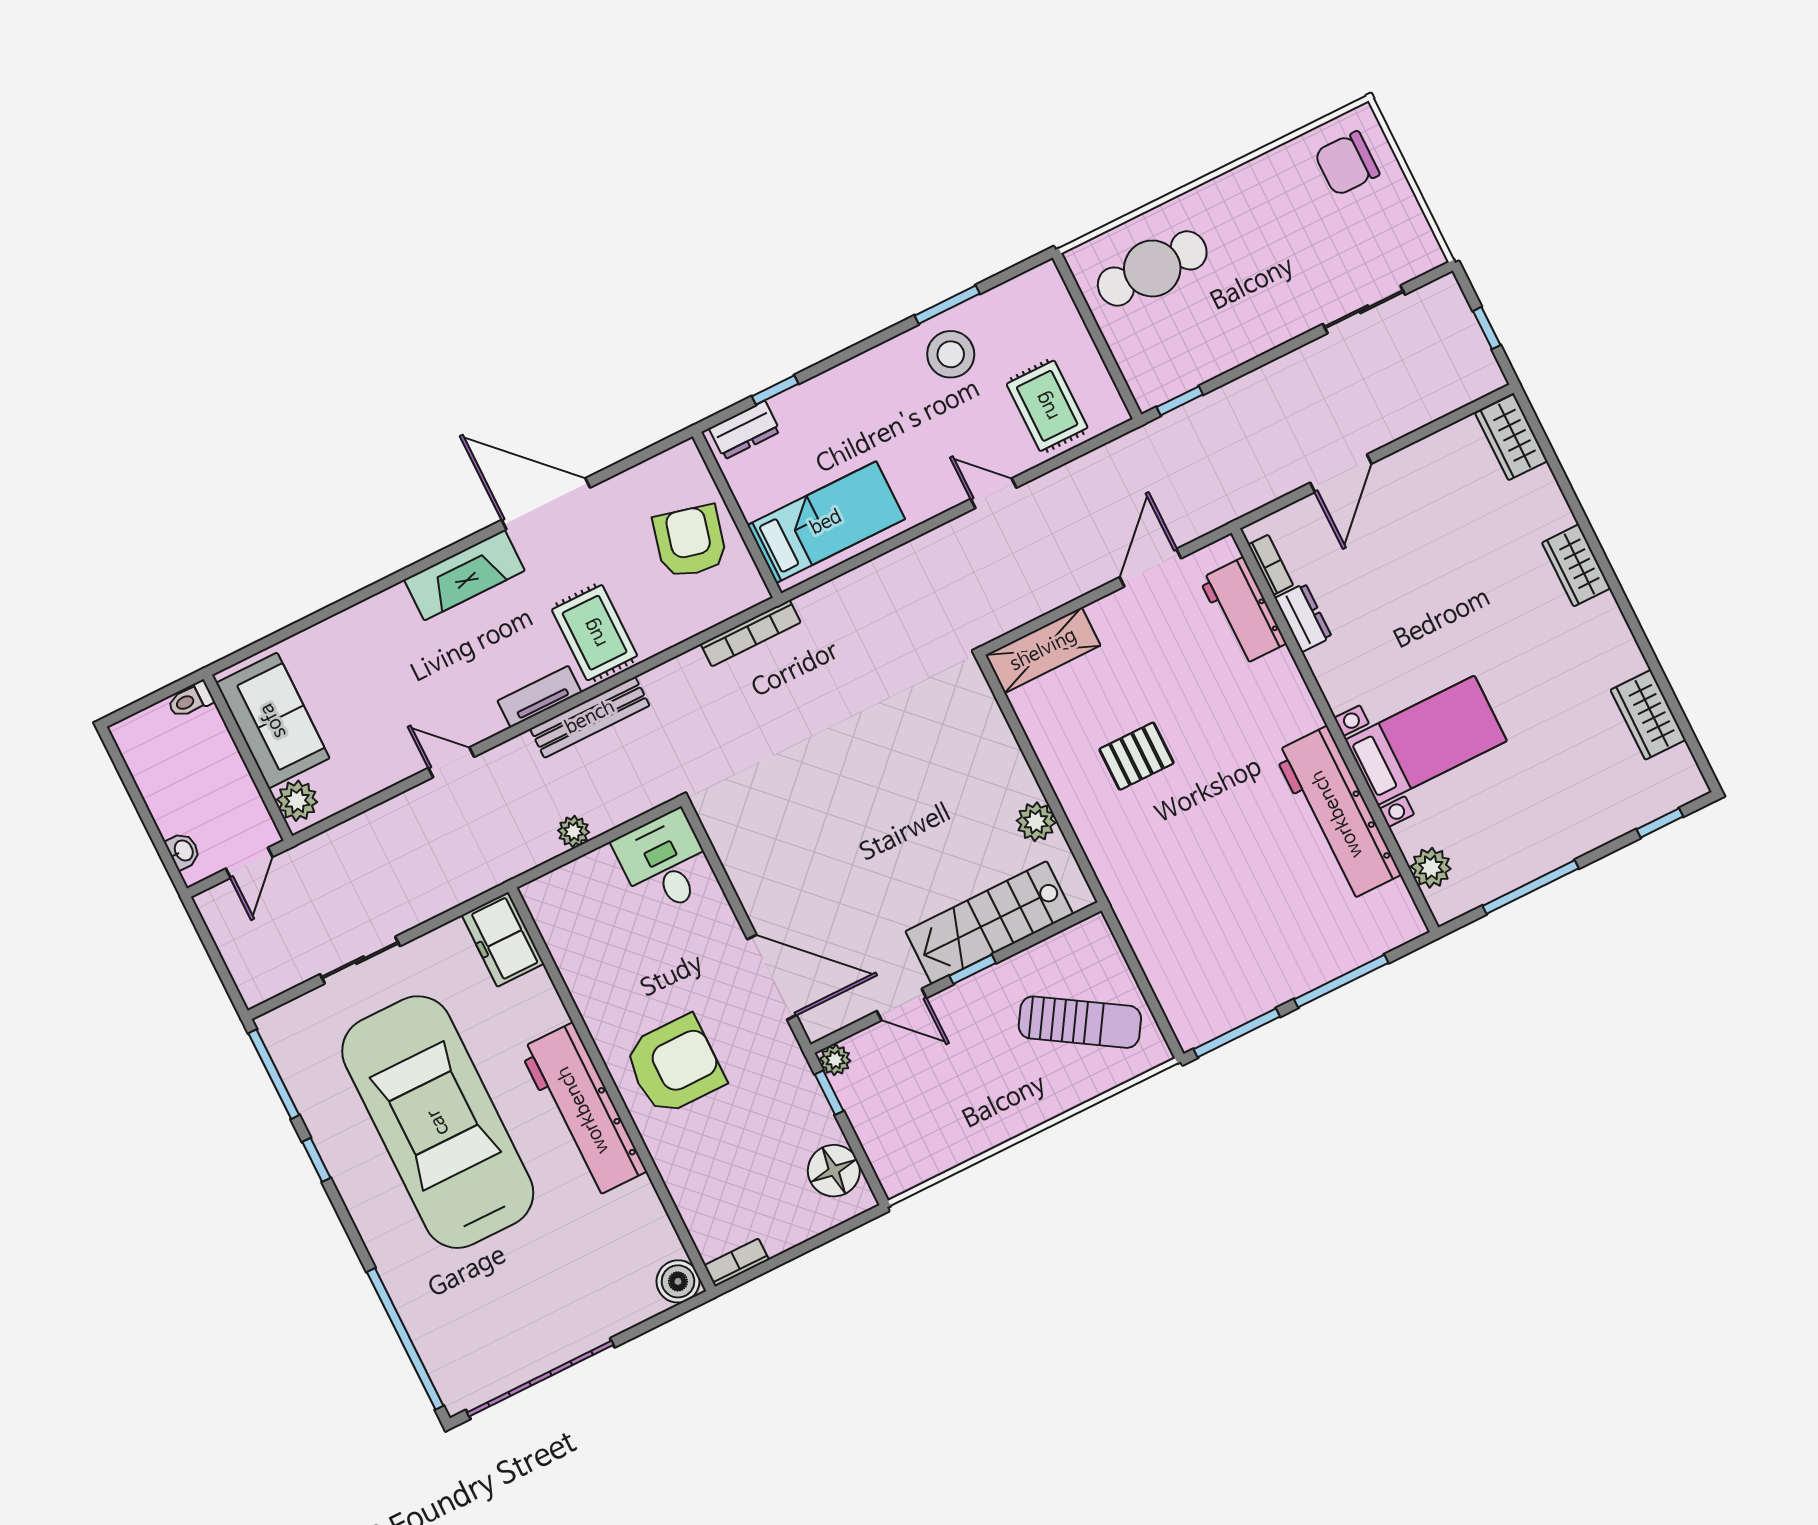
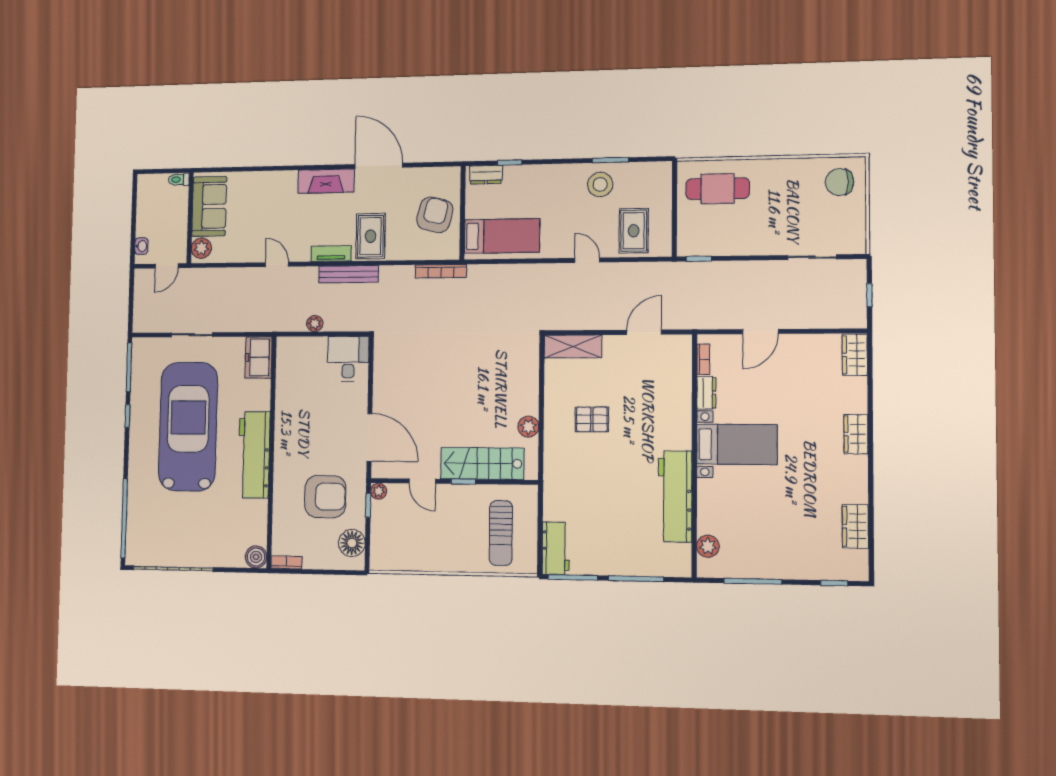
workbench: (1243, 611) -> (556, 548), moved, turned 180
bed with nightstands: (1426, 740) -> (737, 444), moved
sun lounger: (1080, 1022) -> (501, 533), turned 58
armchair: (674, 1065) -> (325, 497), moved

